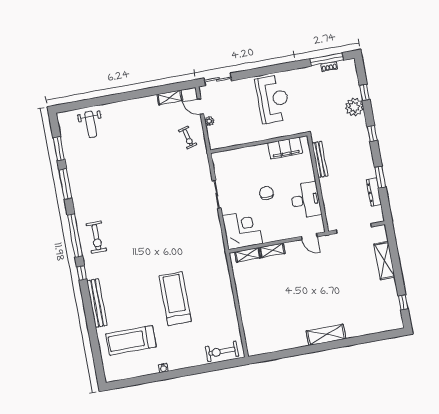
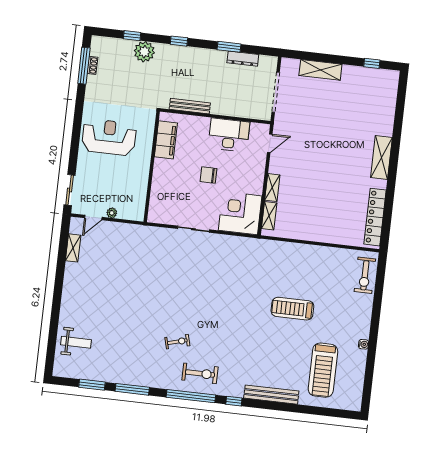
exercise bike: (188, 138) -> (177, 342), moved
treadmill: (175, 299) -> (292, 309), width x0.73, depth x0.73
locker: (274, 345) -> (375, 217), added

